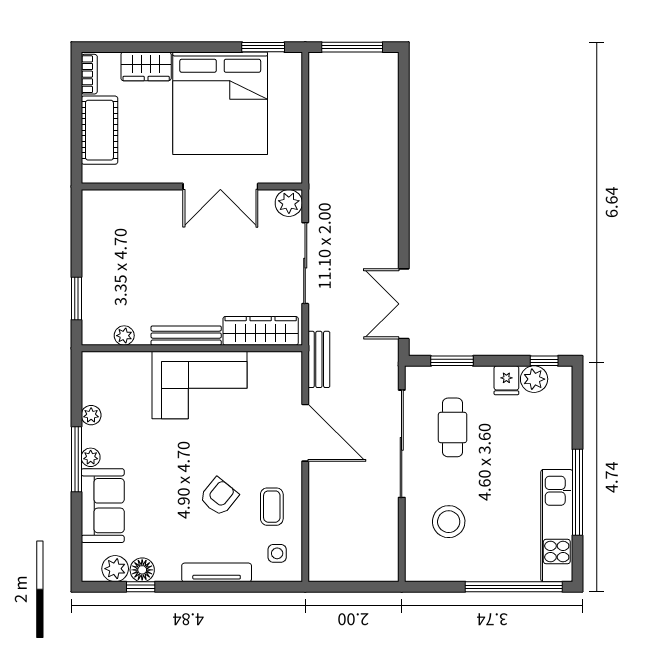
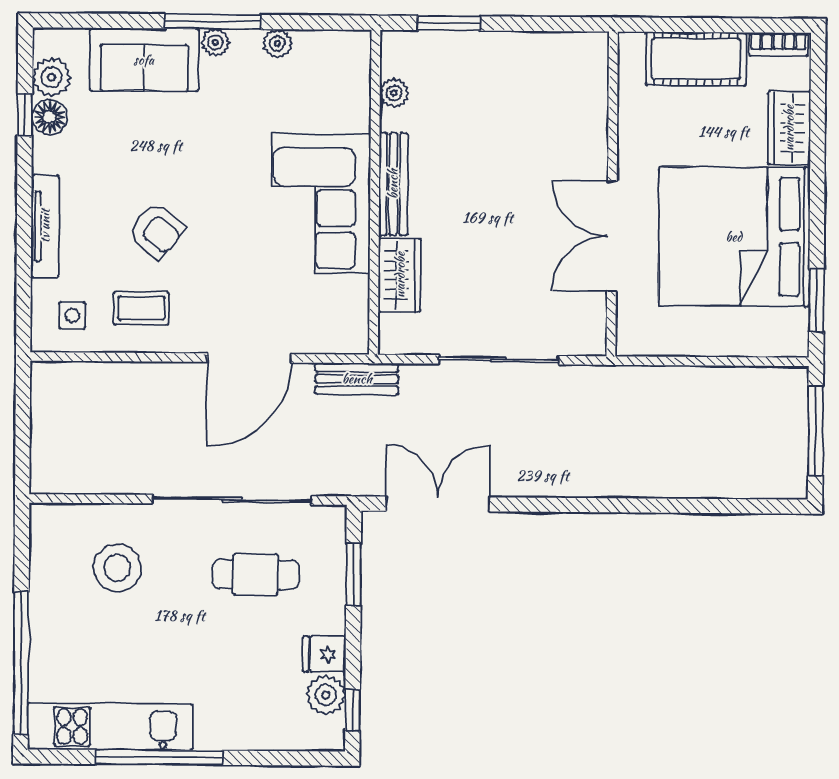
plant: (289, 203) -> (587, 336), removed
wardrobe: (261, 331) -> (400, 275), width x0.67

